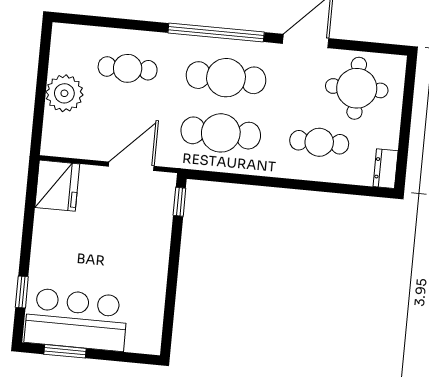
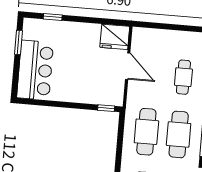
plant: (64, 93) -> (169, 41), removed
door: (131, 166) -> (128, 66), moved
bar counter: (76, 320) -> (35, 70), moved

